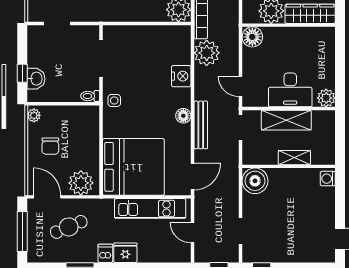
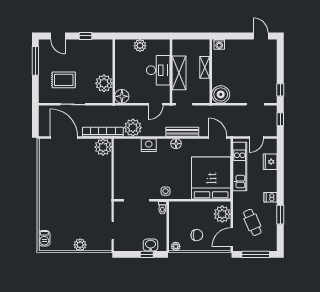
wardrobe: (310, 14) -> (106, 57), removed
plant: (326, 98) -> (140, 46), moved
fridge: (125, 253) -> (270, 162), moved

